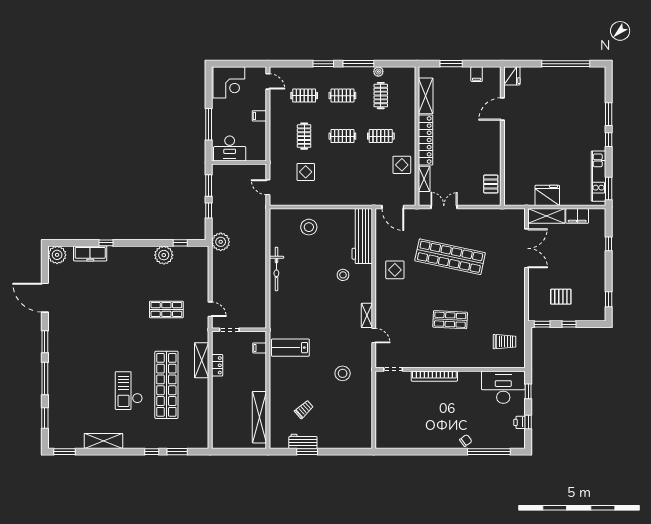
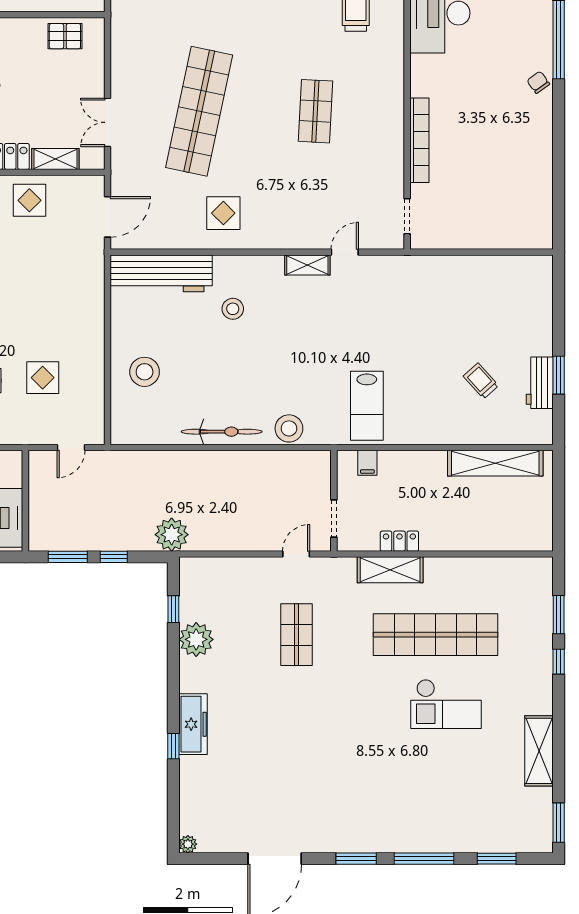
freezer: (90, 253) -> (193, 724), moved
plant: (57, 255) -> (188, 844), width x0.53, depth x0.53
stool: (343, 373) -> (289, 428), moved

